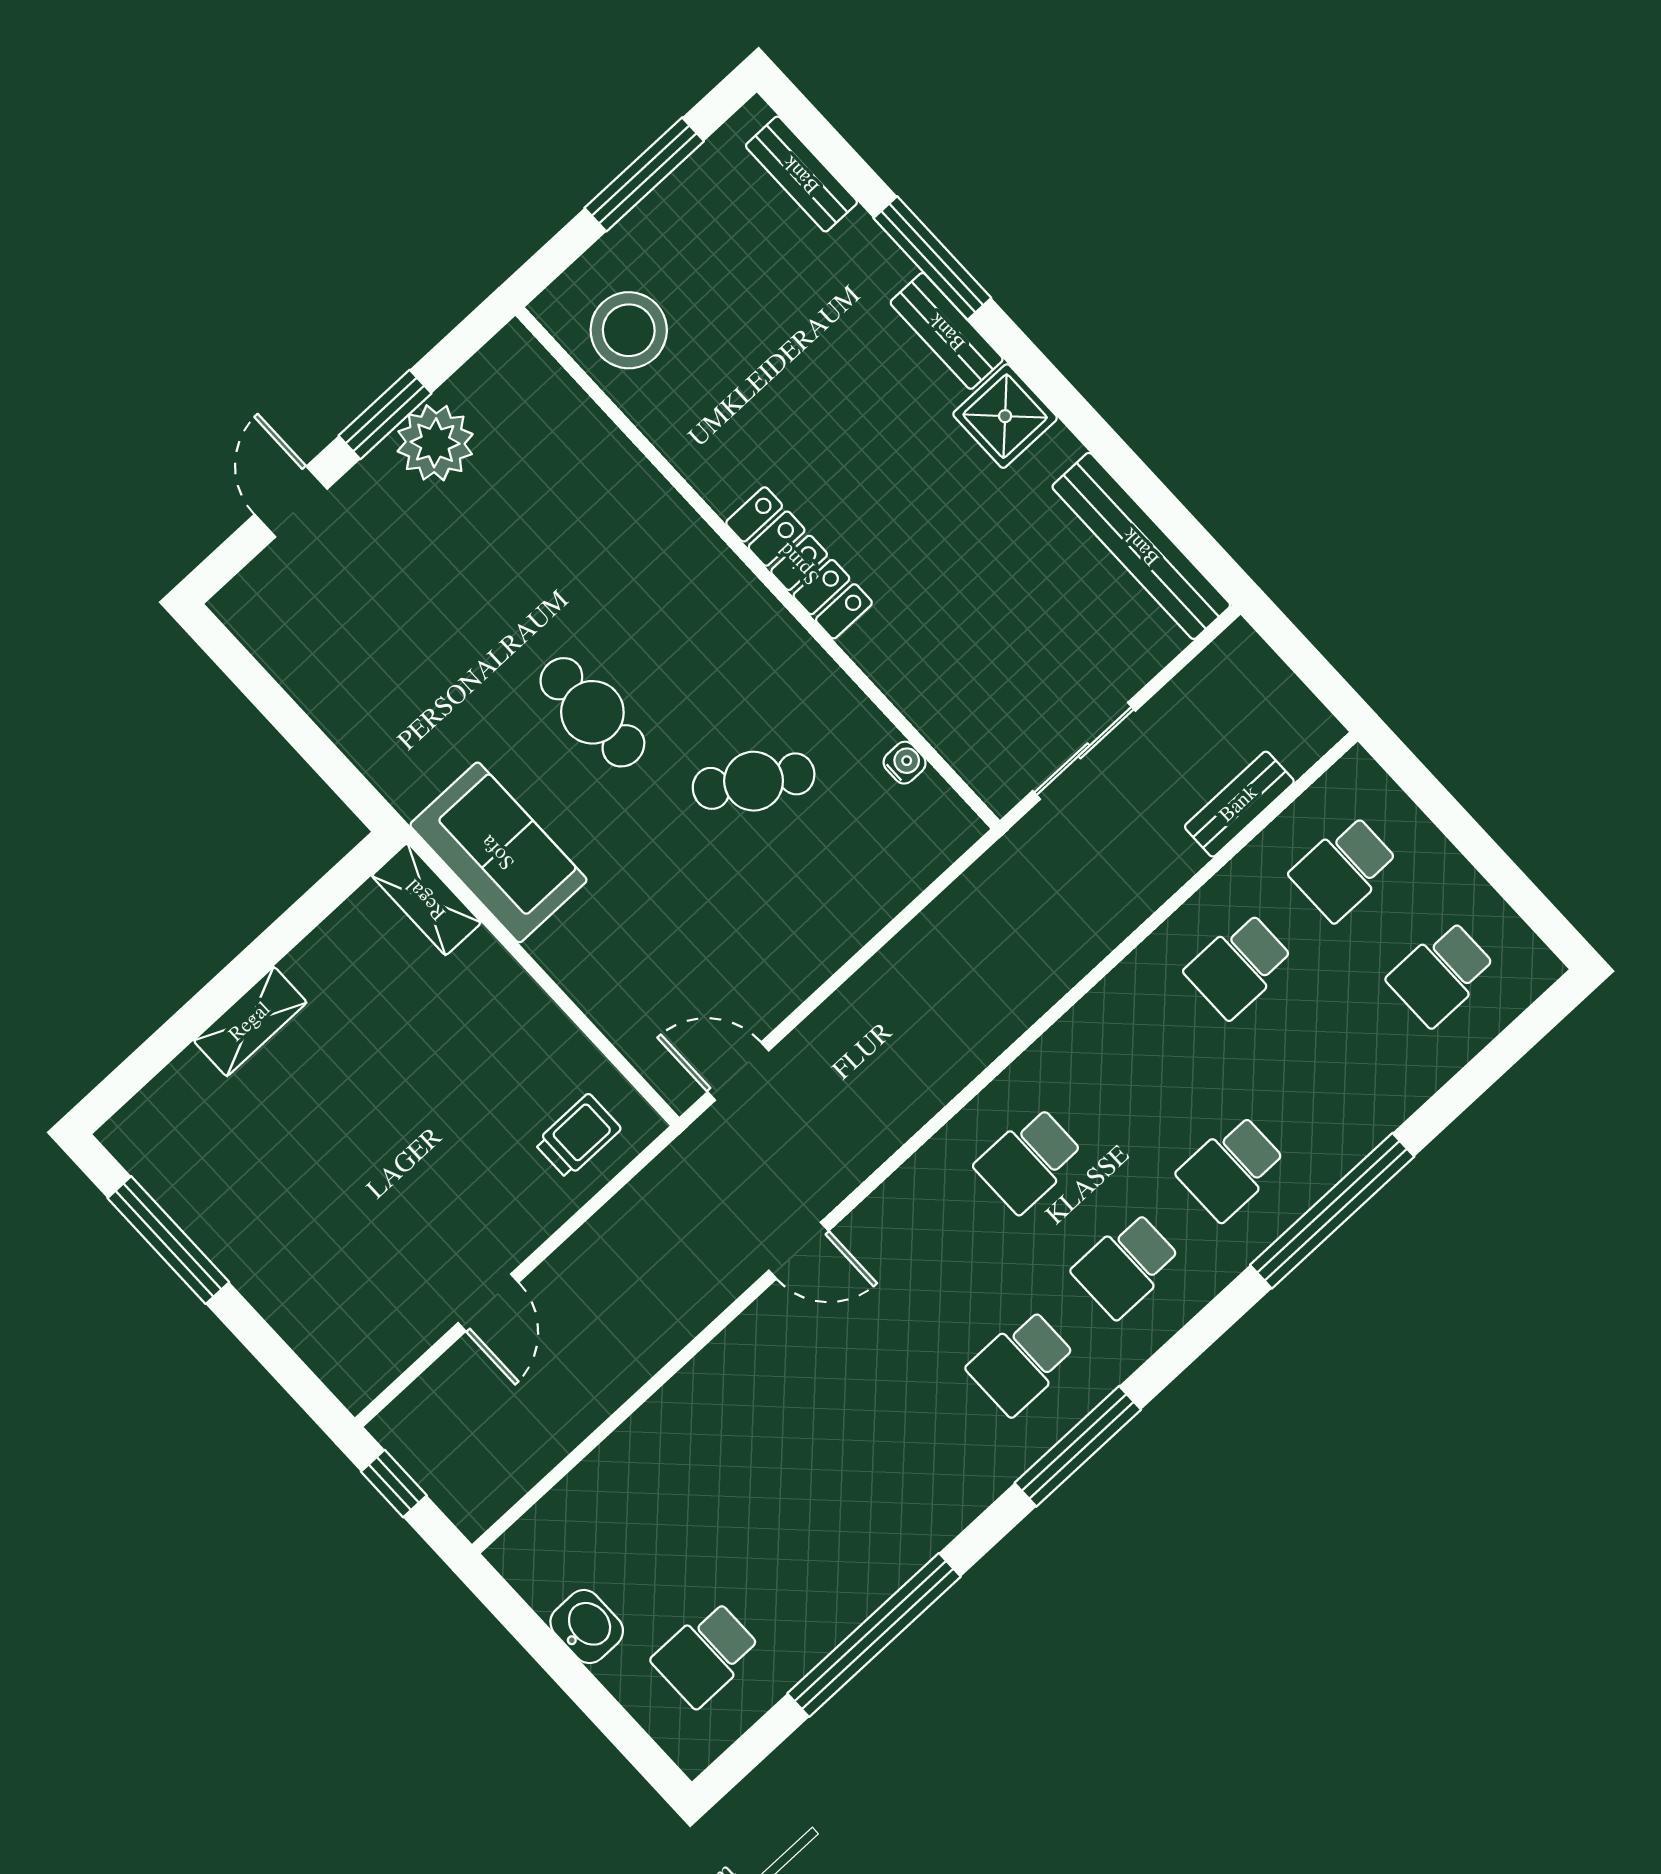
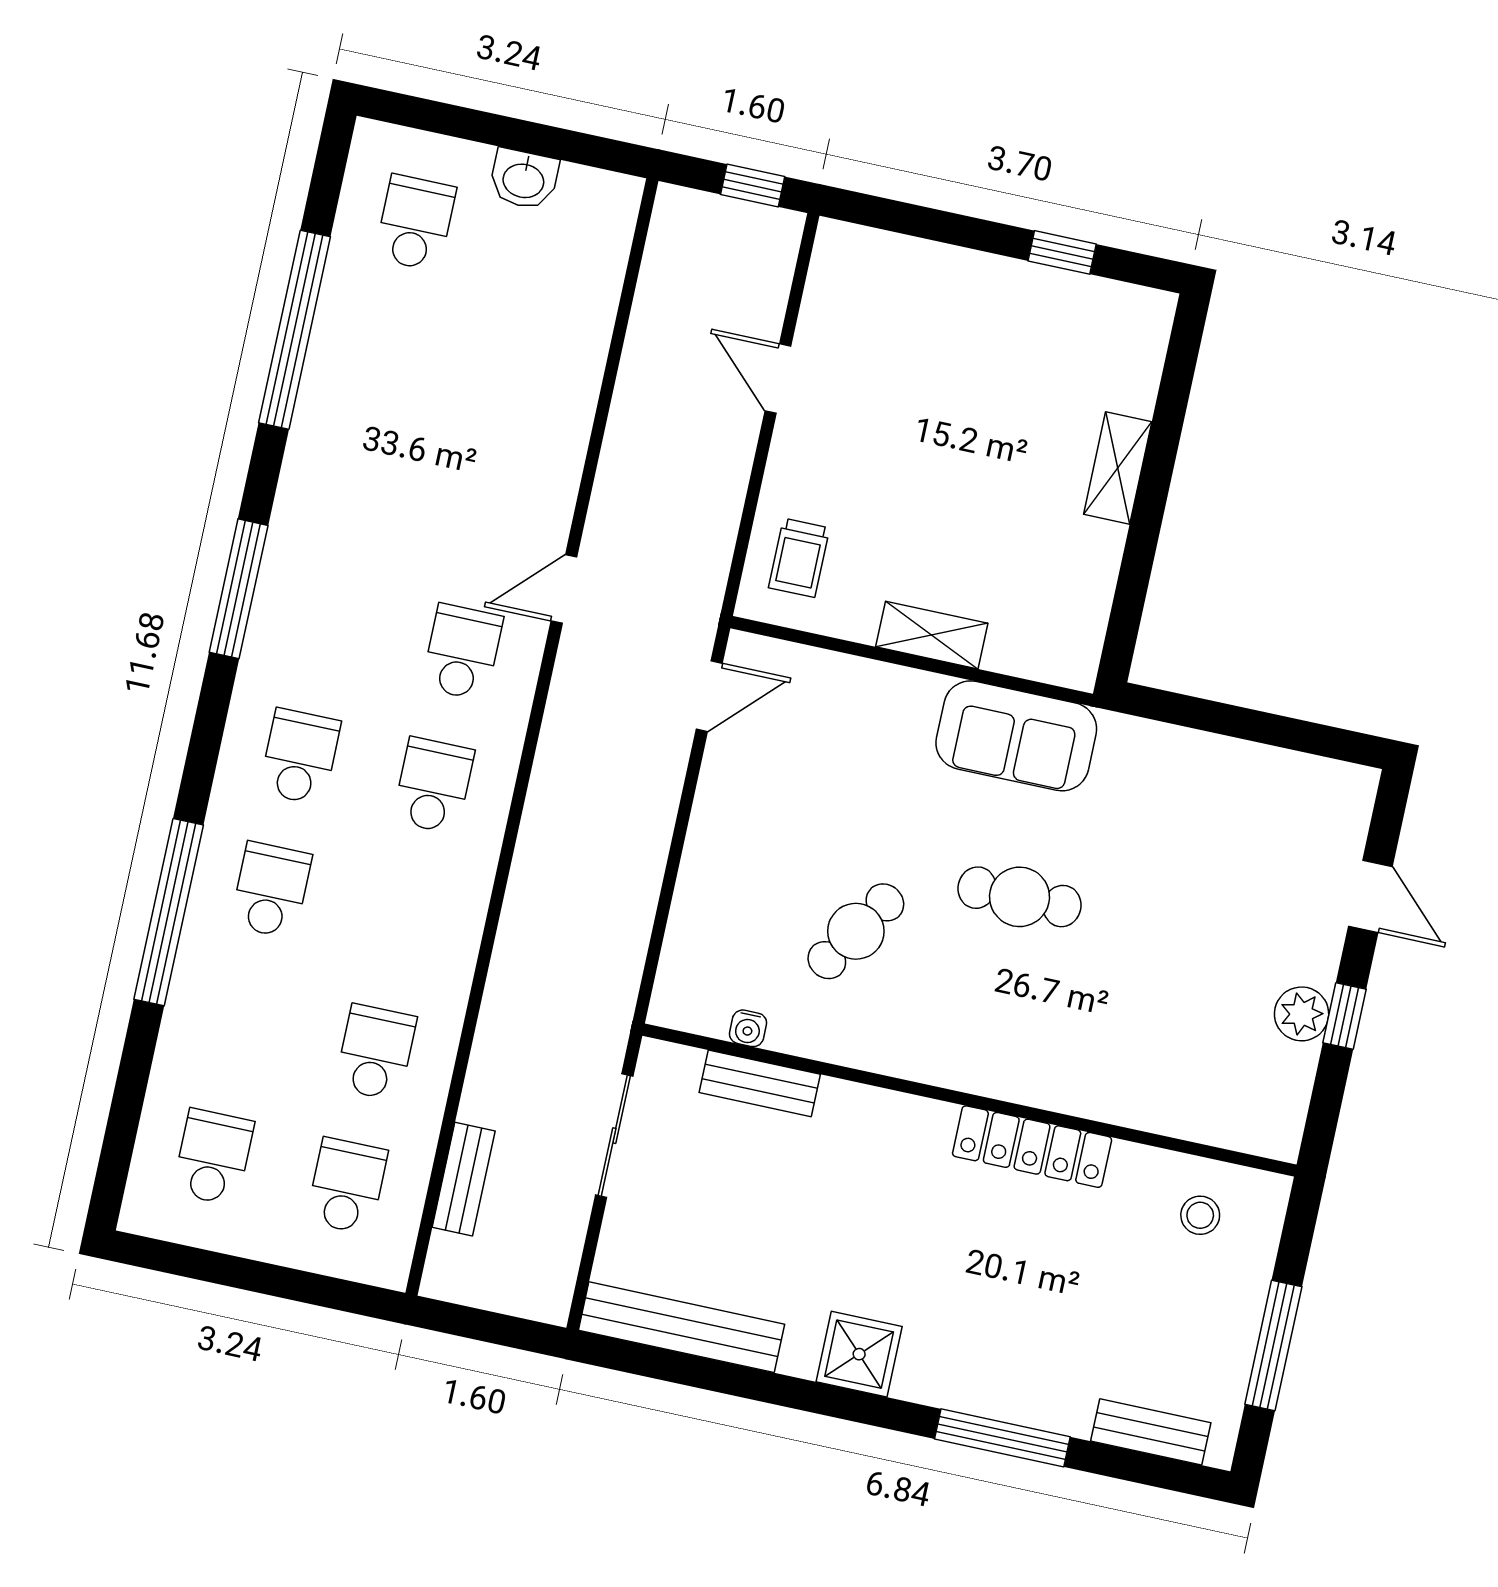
stool: (629, 330) -> (1200, 1215), width x0.53, depth x0.53
bench: (947, 331) -> (760, 1083), moved
window: (385, 415) -> (1345, 1016), width x0.67
plant: (435, 443) -> (1302, 1014), width x0.73, depth x0.73
locker: (799, 563) -> (1032, 1147), moved
shelving: (426, 899) -> (932, 635), moved
window: (168, 1240) -> (1062, 252), width x0.46
school desk: (1021, 1363) -> (462, 652), moved

